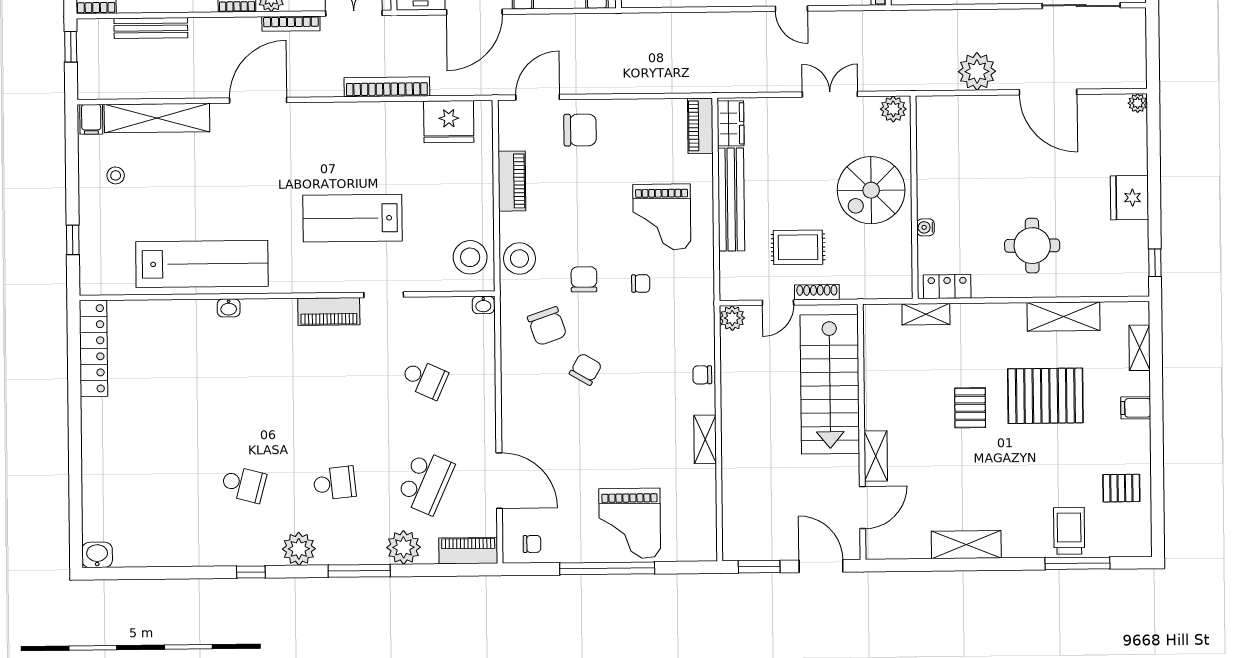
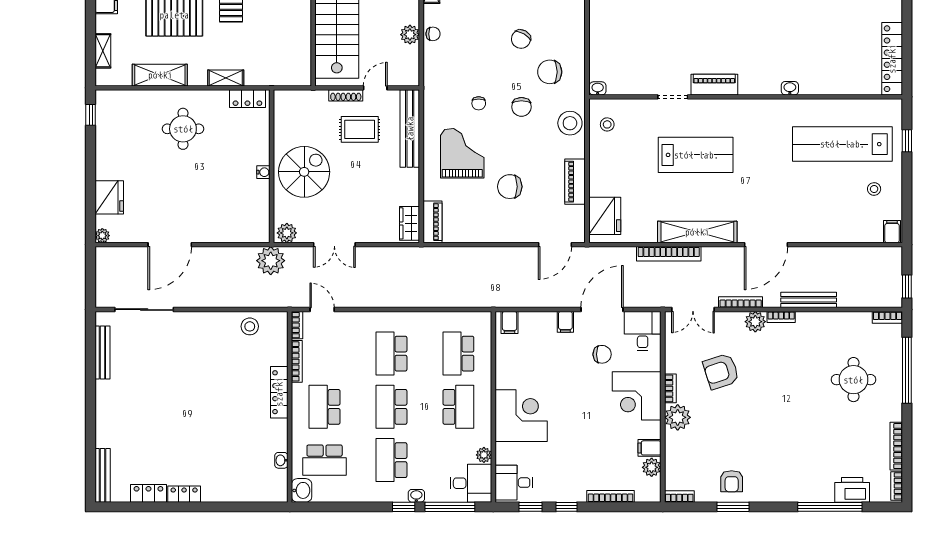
door: (791, 9) -> (322, 310), moved
bench: (151, 28) -> (809, 300), moved
plant: (977, 71) -> (271, 261), moved
door: (1048, 92) -> (170, 245), swing flipped
shelving: (157, 118) -> (697, 232), moved
fridge: (449, 122) -> (605, 216), moved, turned 90
chair: (580, 130) -> (510, 187), moved
fridge: (1129, 198) -> (109, 197), moved
bench: (731, 199) -> (410, 129), moved
water cooler: (925, 227) -> (263, 172), moved
stool: (470, 257) -> (607, 124), width x0.53, depth x0.53
lab bench: (202, 264) -> (842, 144), moved
chair: (641, 283) -> (479, 103), turned -90
shelving: (926, 314) -> (226, 78), moved
plant: (732, 318) -> (410, 35), moved
chair: (547, 326) -> (550, 72), turned -71
school desk: (424, 379) -> (643, 33), removed

